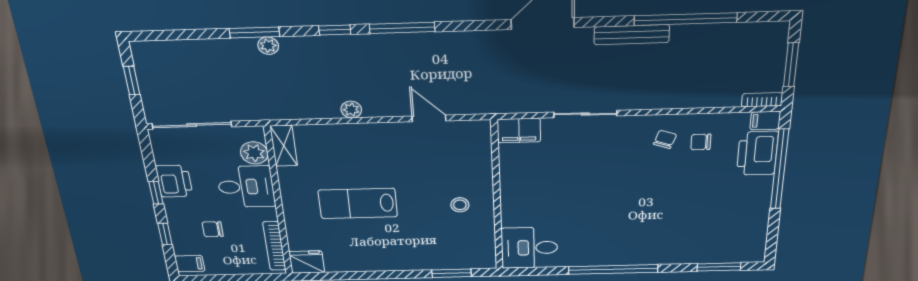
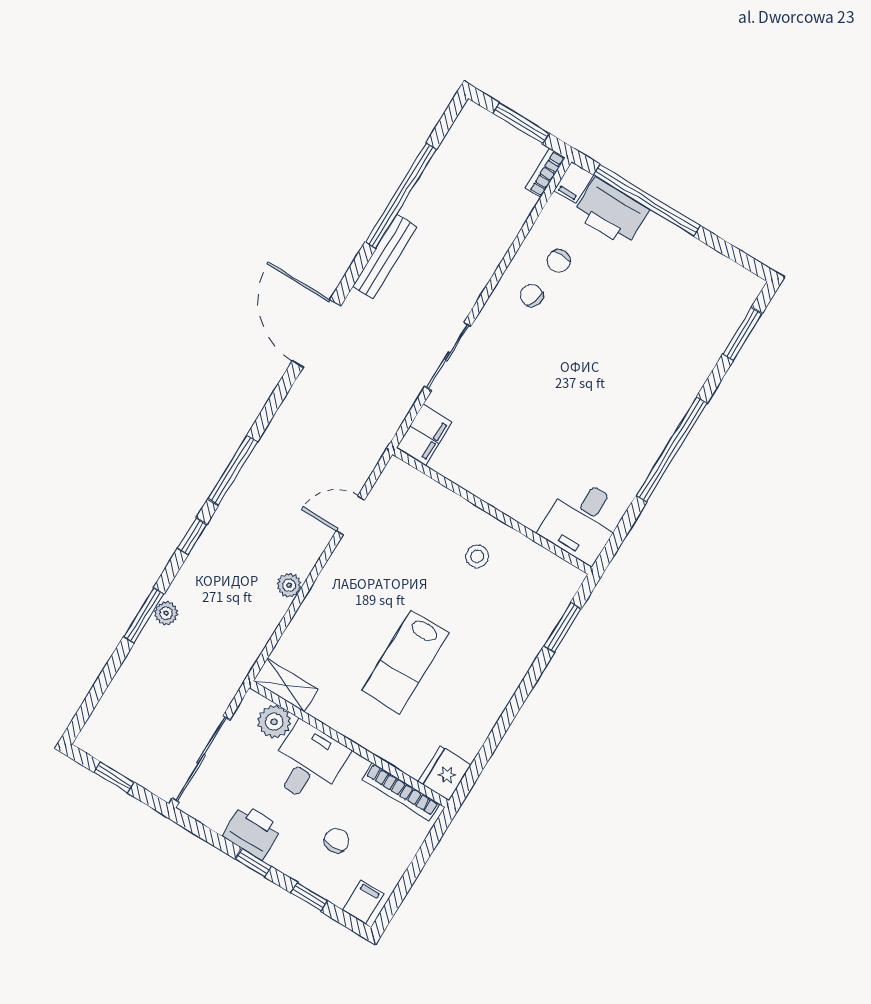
chair: (213, 229) -> (336, 841), turned 180

